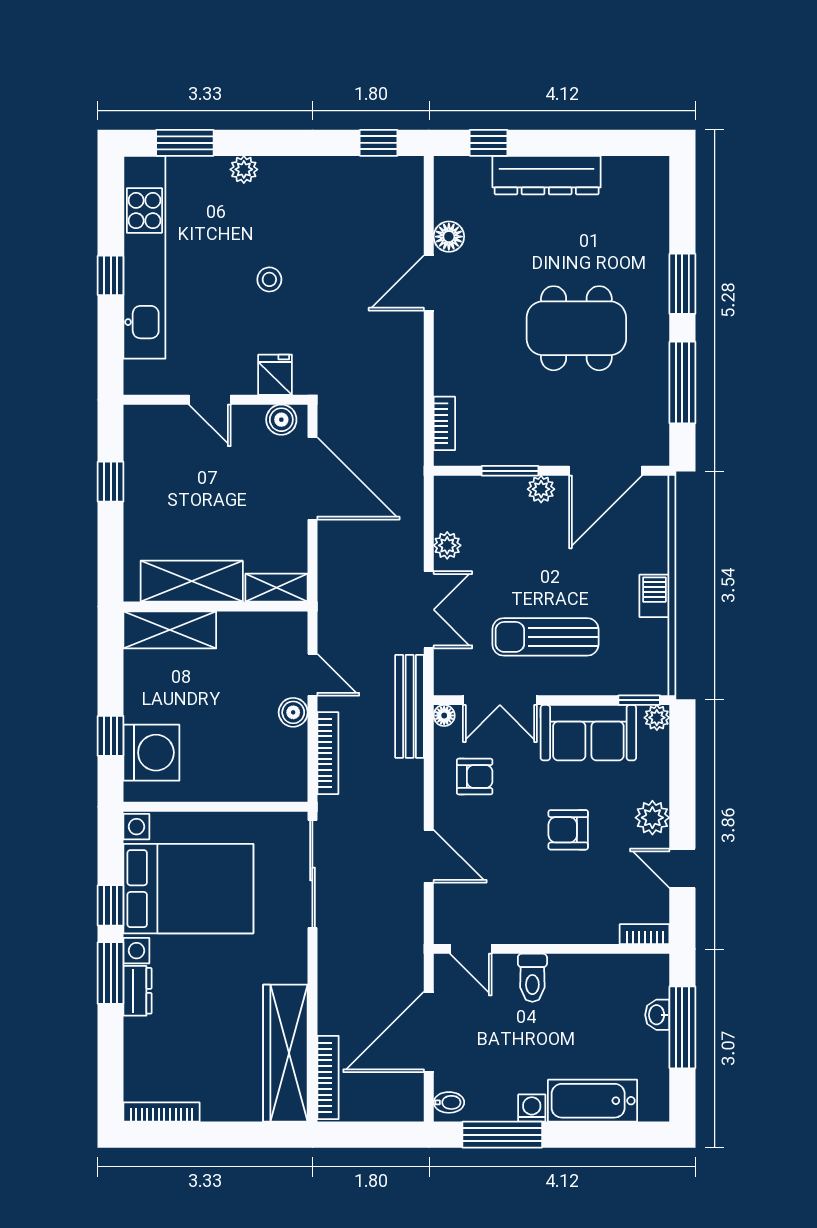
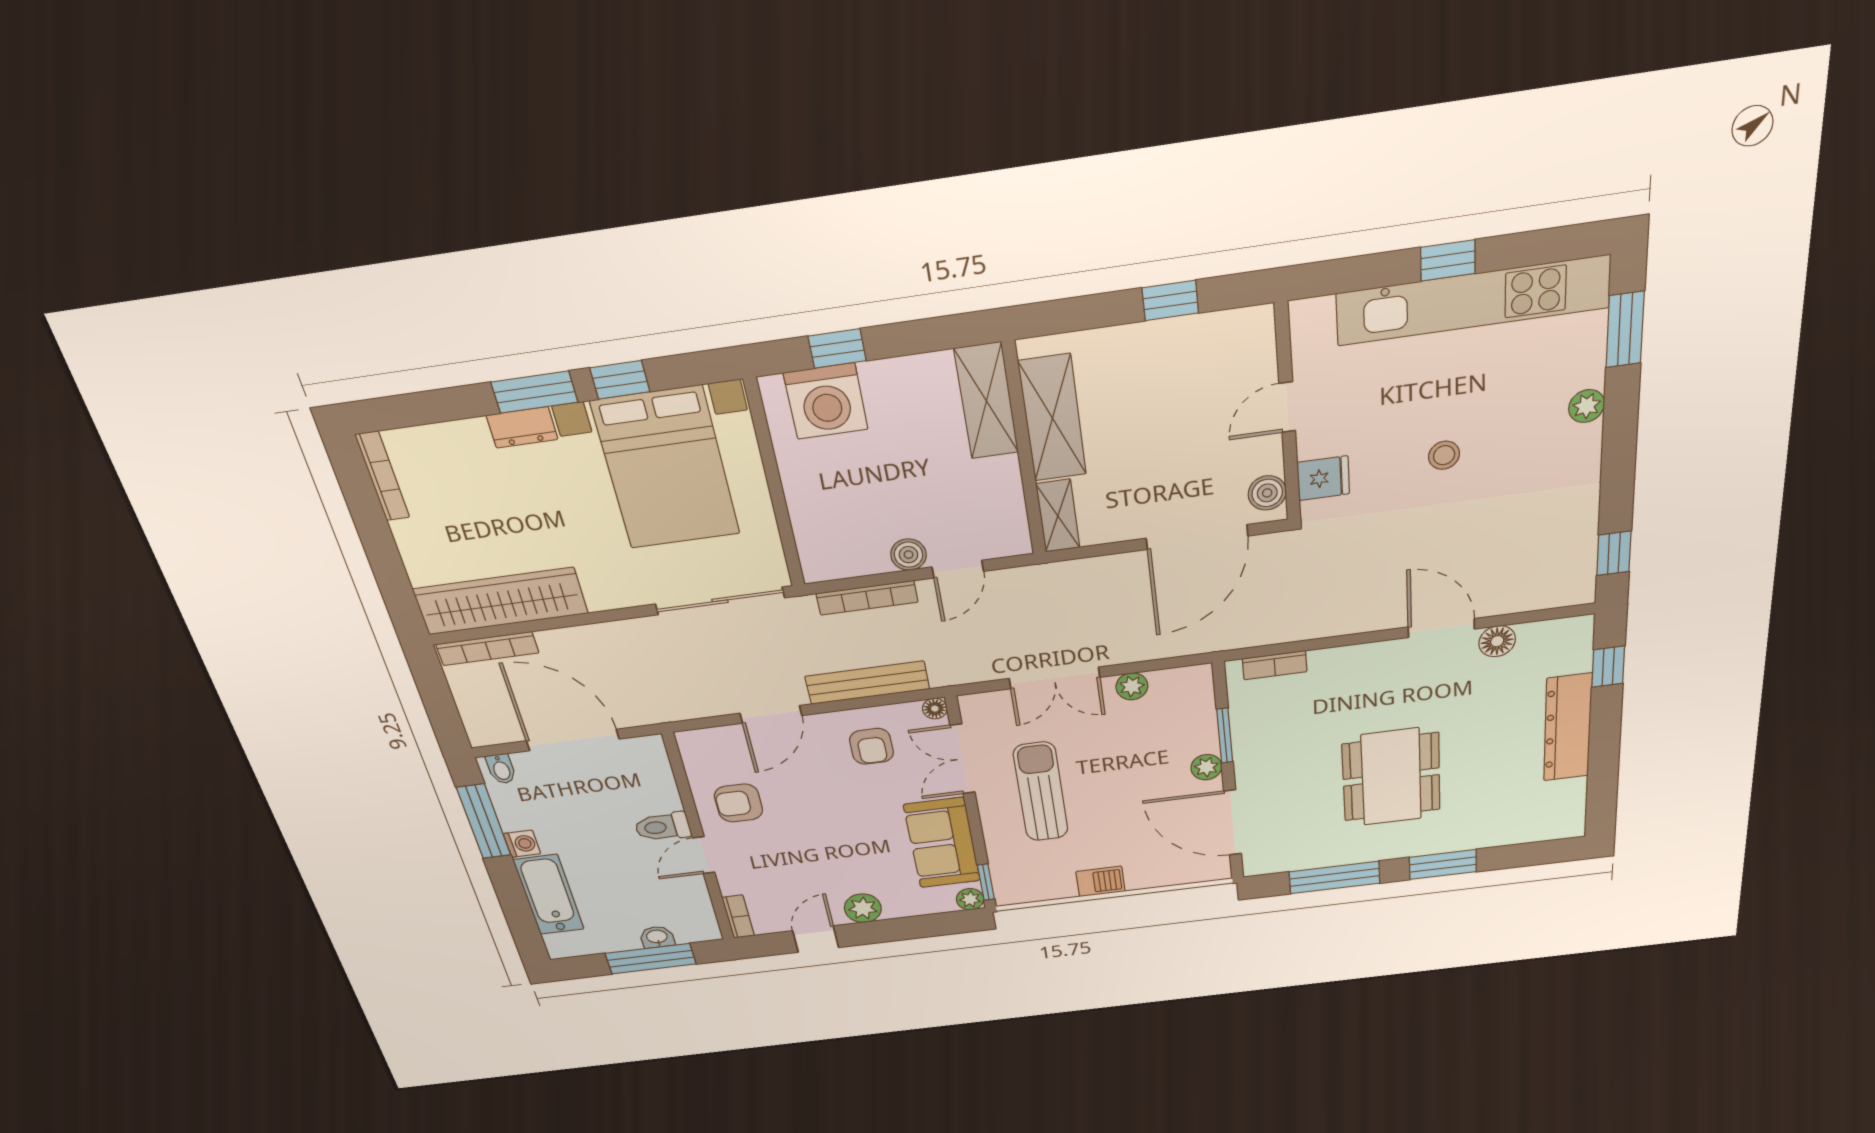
bench: (410, 706) -> (867, 683), moved
armchair: (568, 830) -> (738, 803), moved, turned -90
door: (471, 949) -> (704, 855), moved

